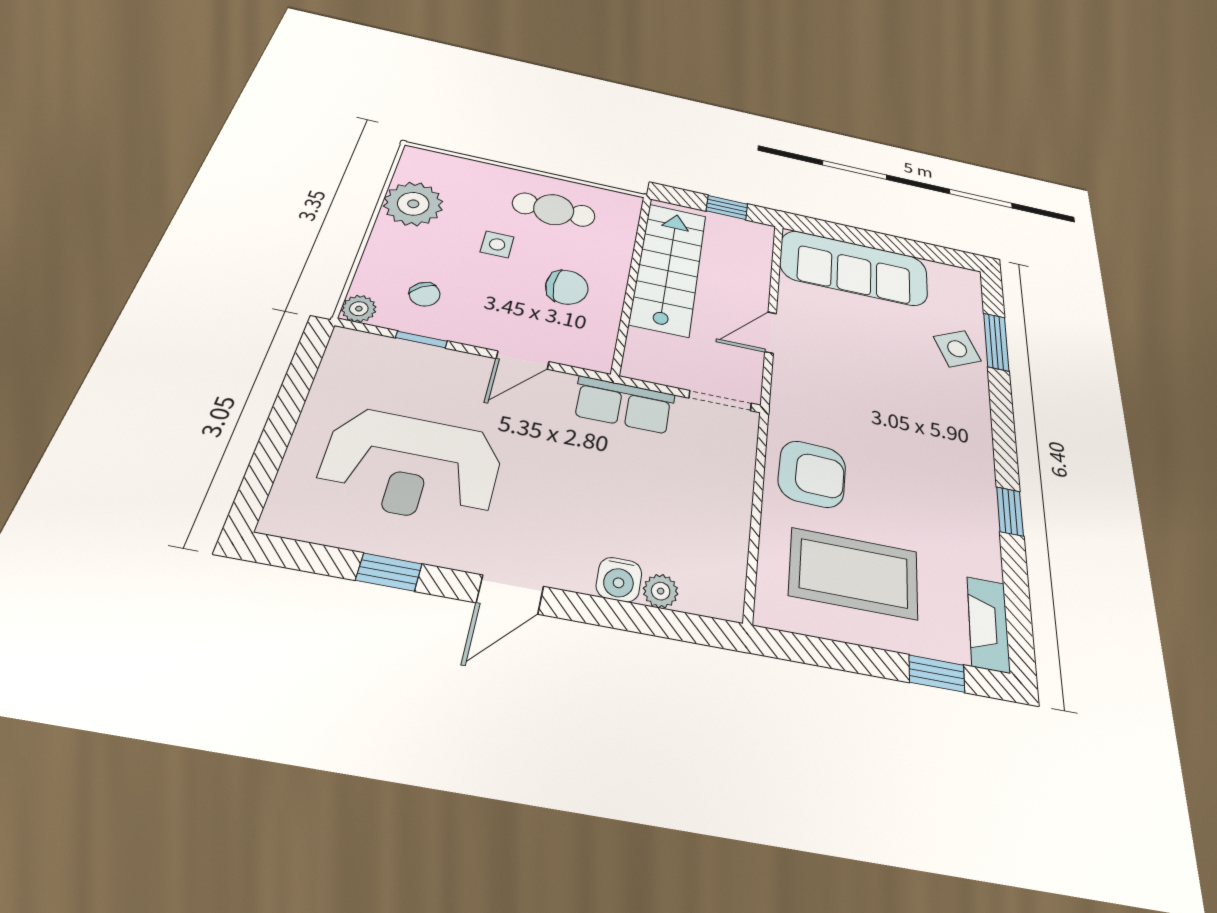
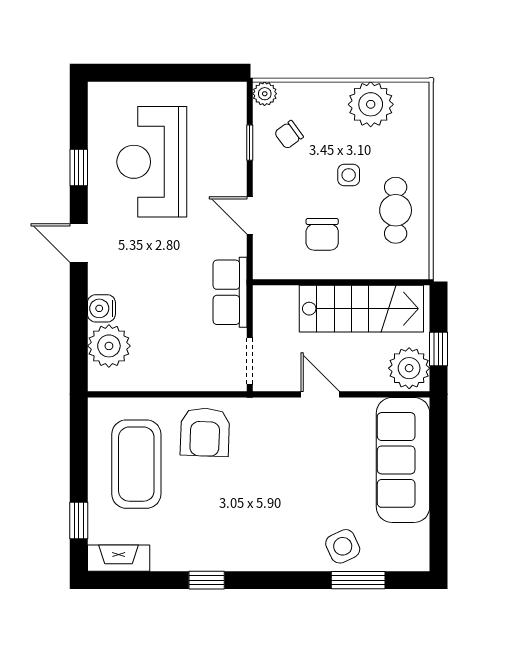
plant: (747, 239) -> (409, 368), added
plant: (661, 591) -> (109, 346), width x1.88, depth x1.88

